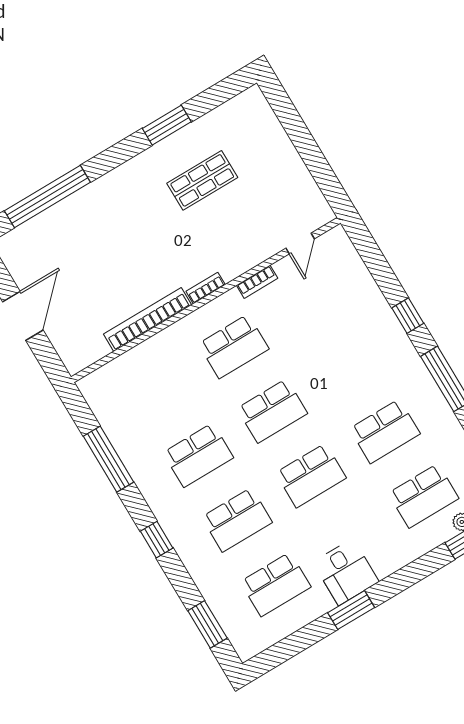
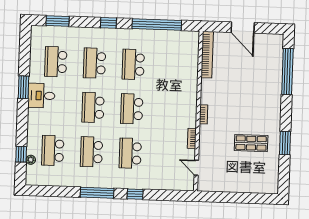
shop shelf: (202, 180) -> (251, 143), turned 90
bookcase: (148, 319) -> (207, 55), moved
school desk: (234, 346) -> (130, 153), moved
window: (108, 459) -> (157, 24), width x1.46

